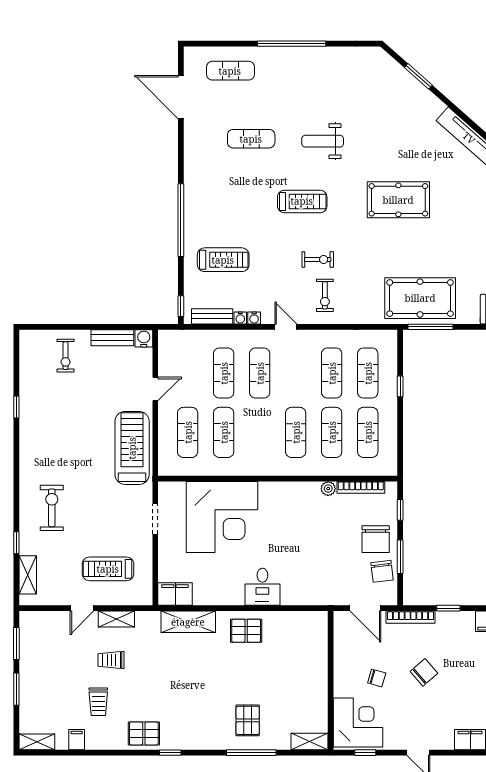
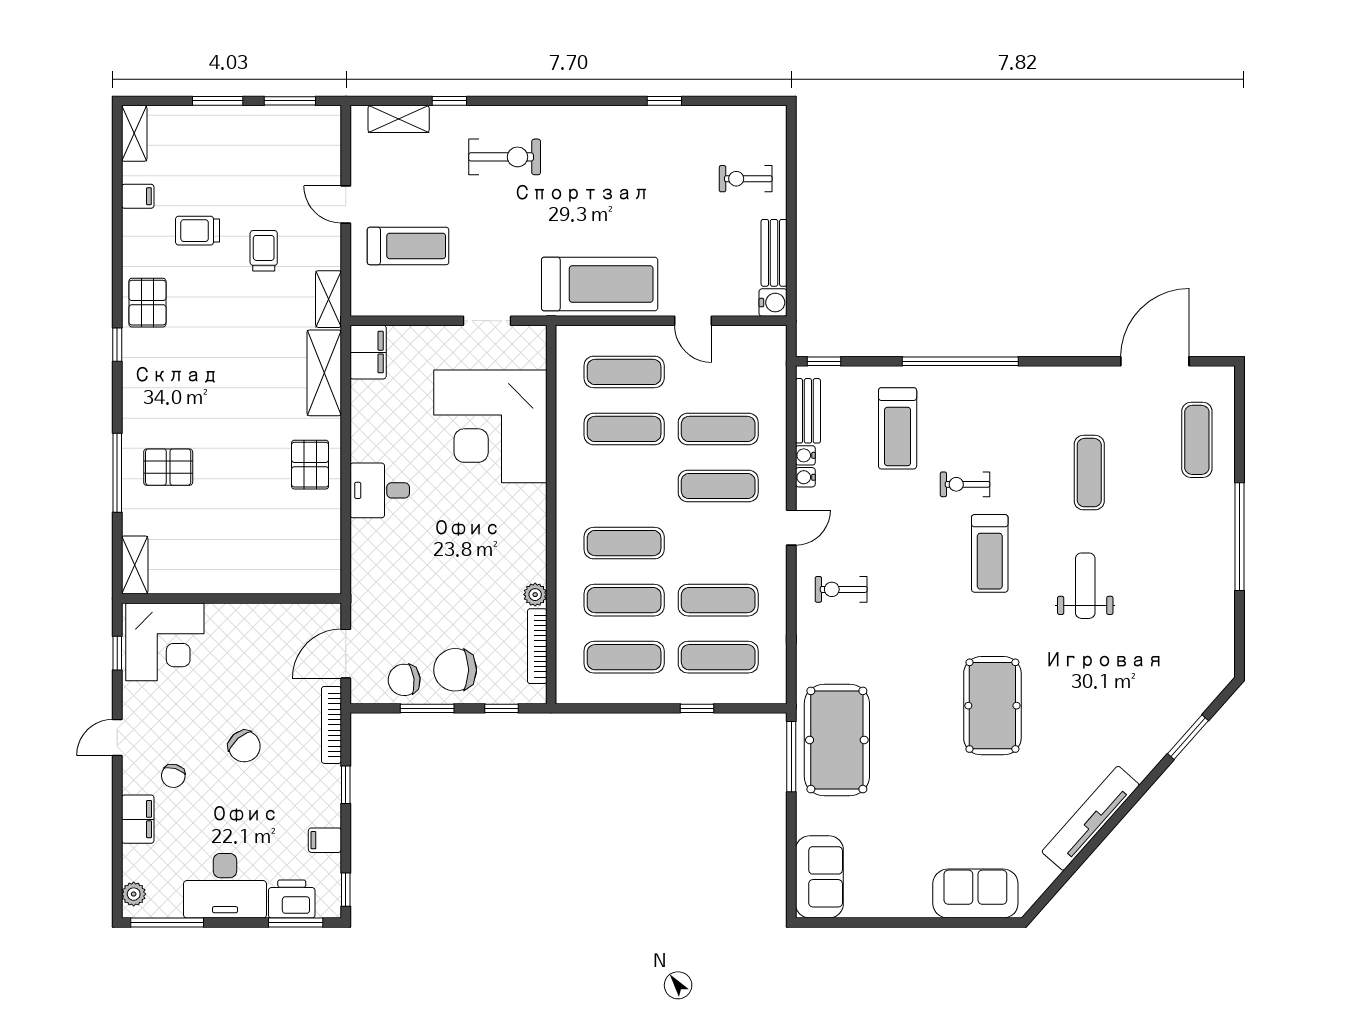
exercise bike: (318, 259) -> (965, 484), moved, turned 90
treadmill: (108, 569) -> (408, 246), turned 90
shelving: (116, 619) -> (329, 299), moved
chair: (377, 678) -> (173, 776), moved

